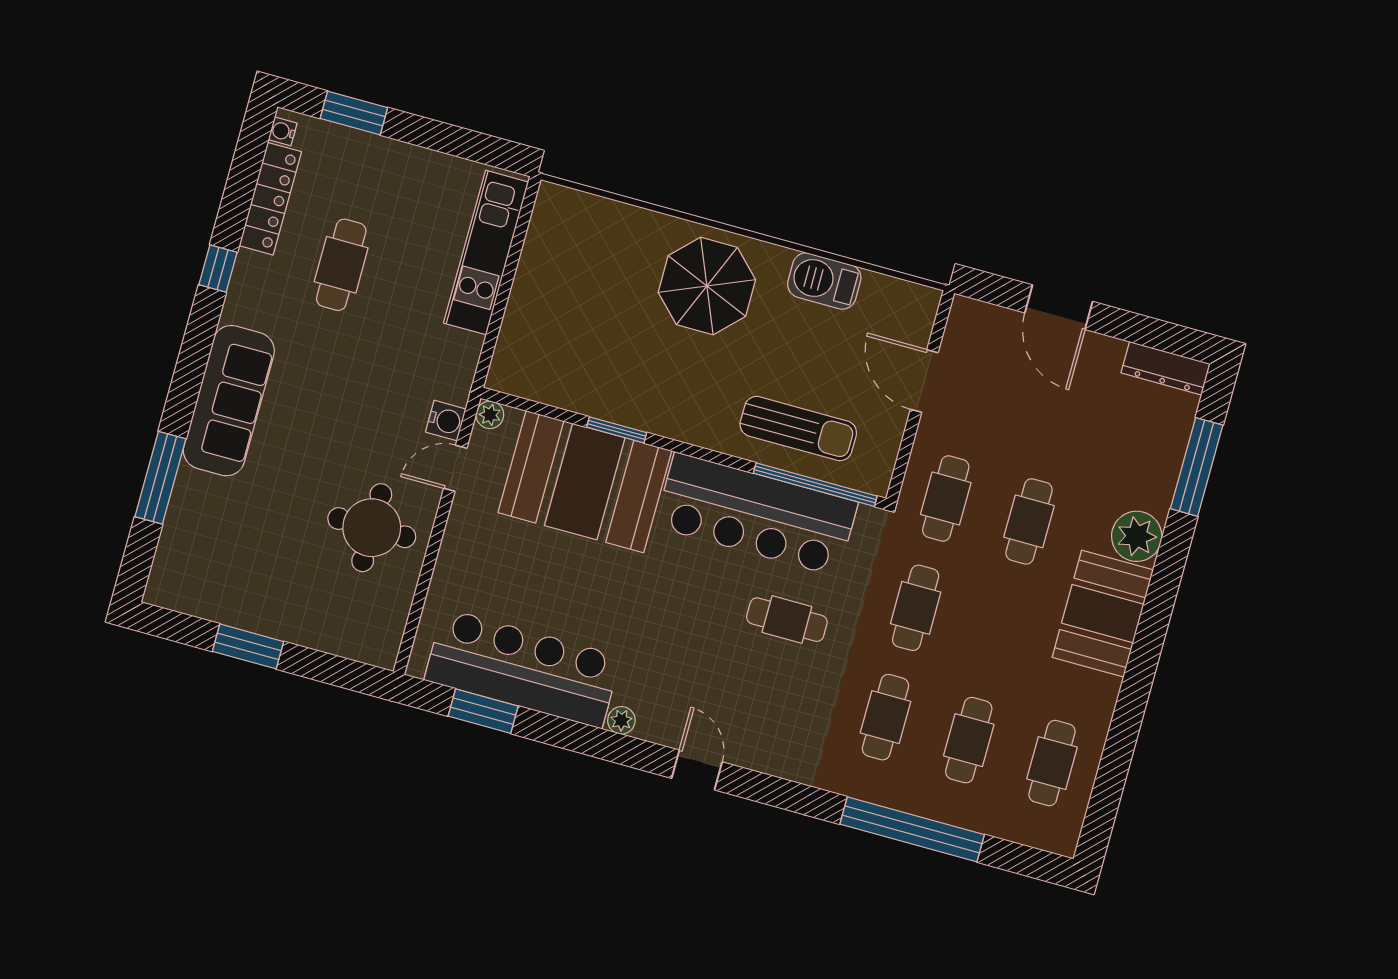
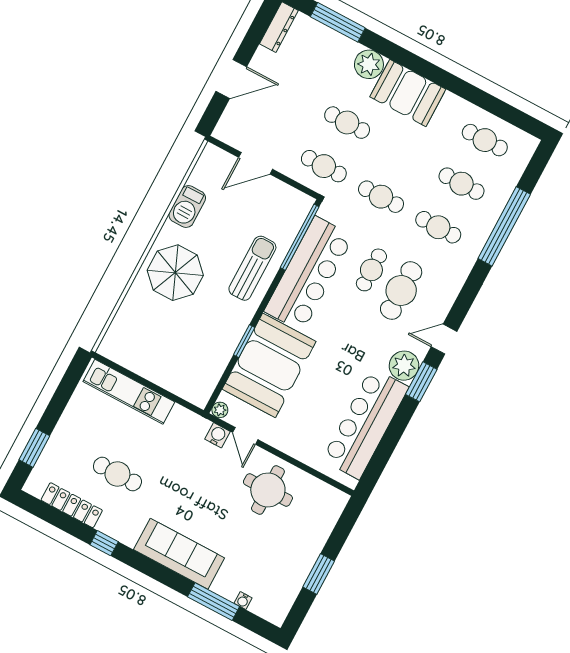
water cooler: (283, 131) -> (243, 601), moved
sun lounger: (798, 429) -> (252, 268), moved
cafe table: (763, 678) -> (401, 291), added
window: (483, 711) -> (421, 382), moved
plant: (621, 720) -> (404, 366), width x1.88, depth x1.88

